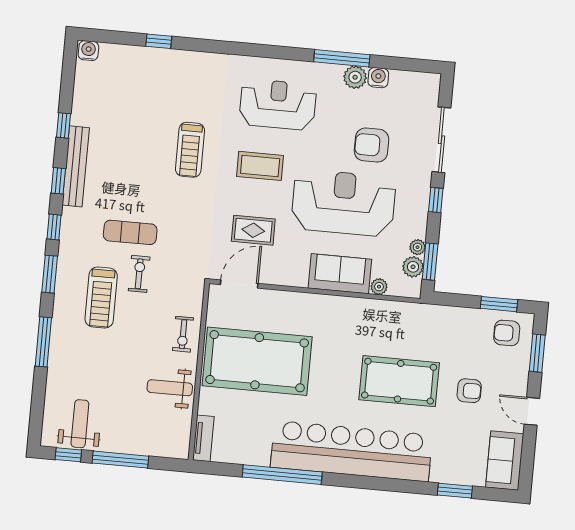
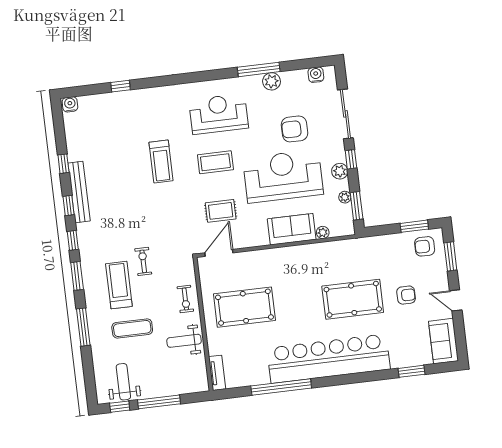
water cooler: (378, 78) -> (316, 75), moved
exercise mat: (130, 232) -> (132, 328), moved
plant: (413, 267) -> (340, 171), moved
treadmill: (101, 298) -> (119, 285), turned 180
pool table: (257, 361) -> (244, 307), width x0.73, depth x0.76

